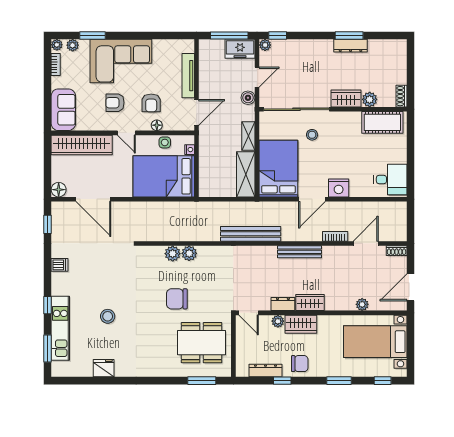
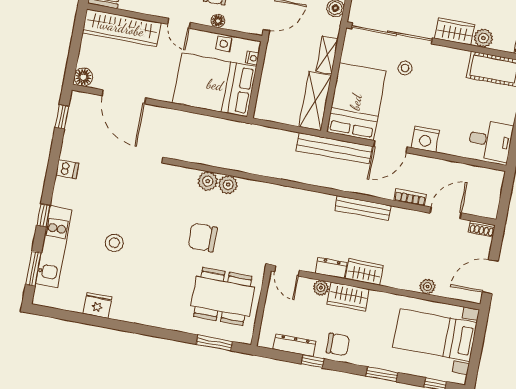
bench: (251, 234) -> (334, 148), moved

